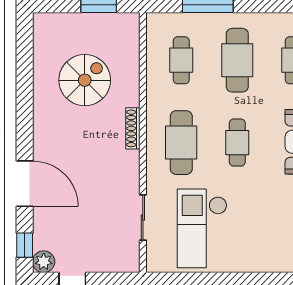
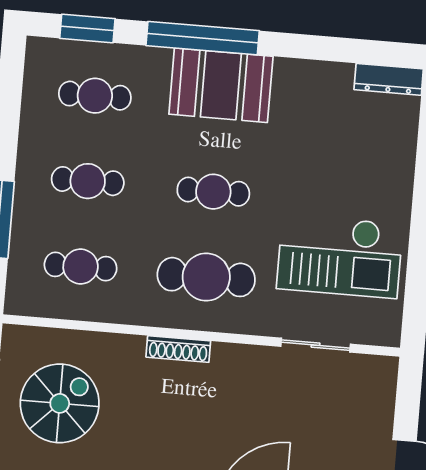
cafe table: (237, 60) -> (88, 181), width x0.73, depth x0.74
spiral stairs: (85, 80) -> (60, 403), moved, turned 90

